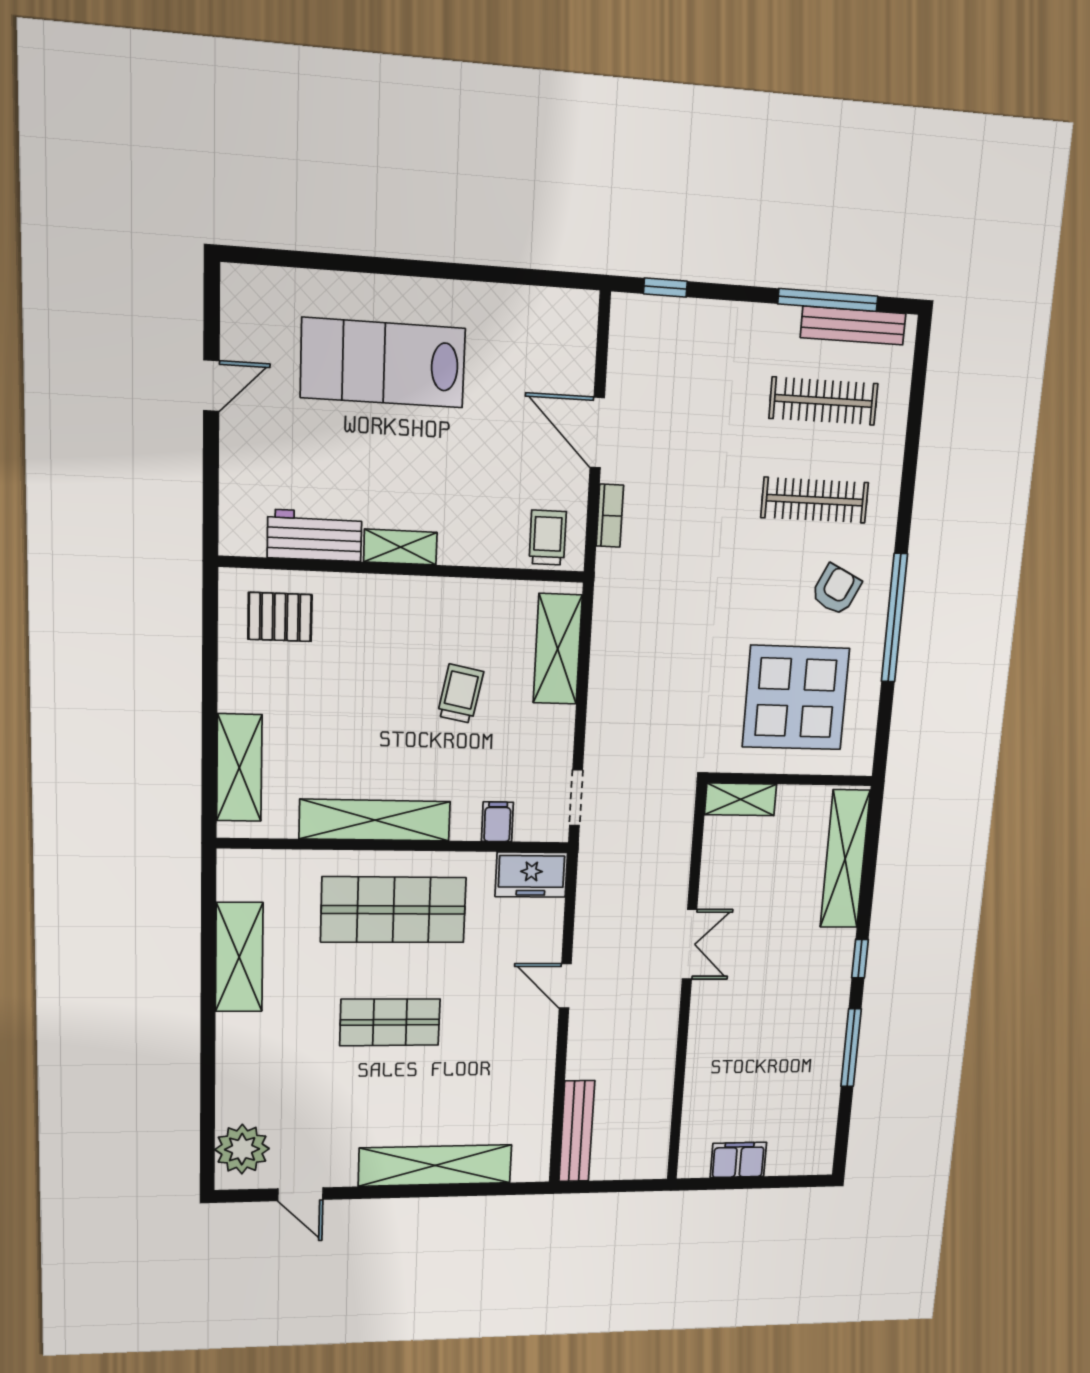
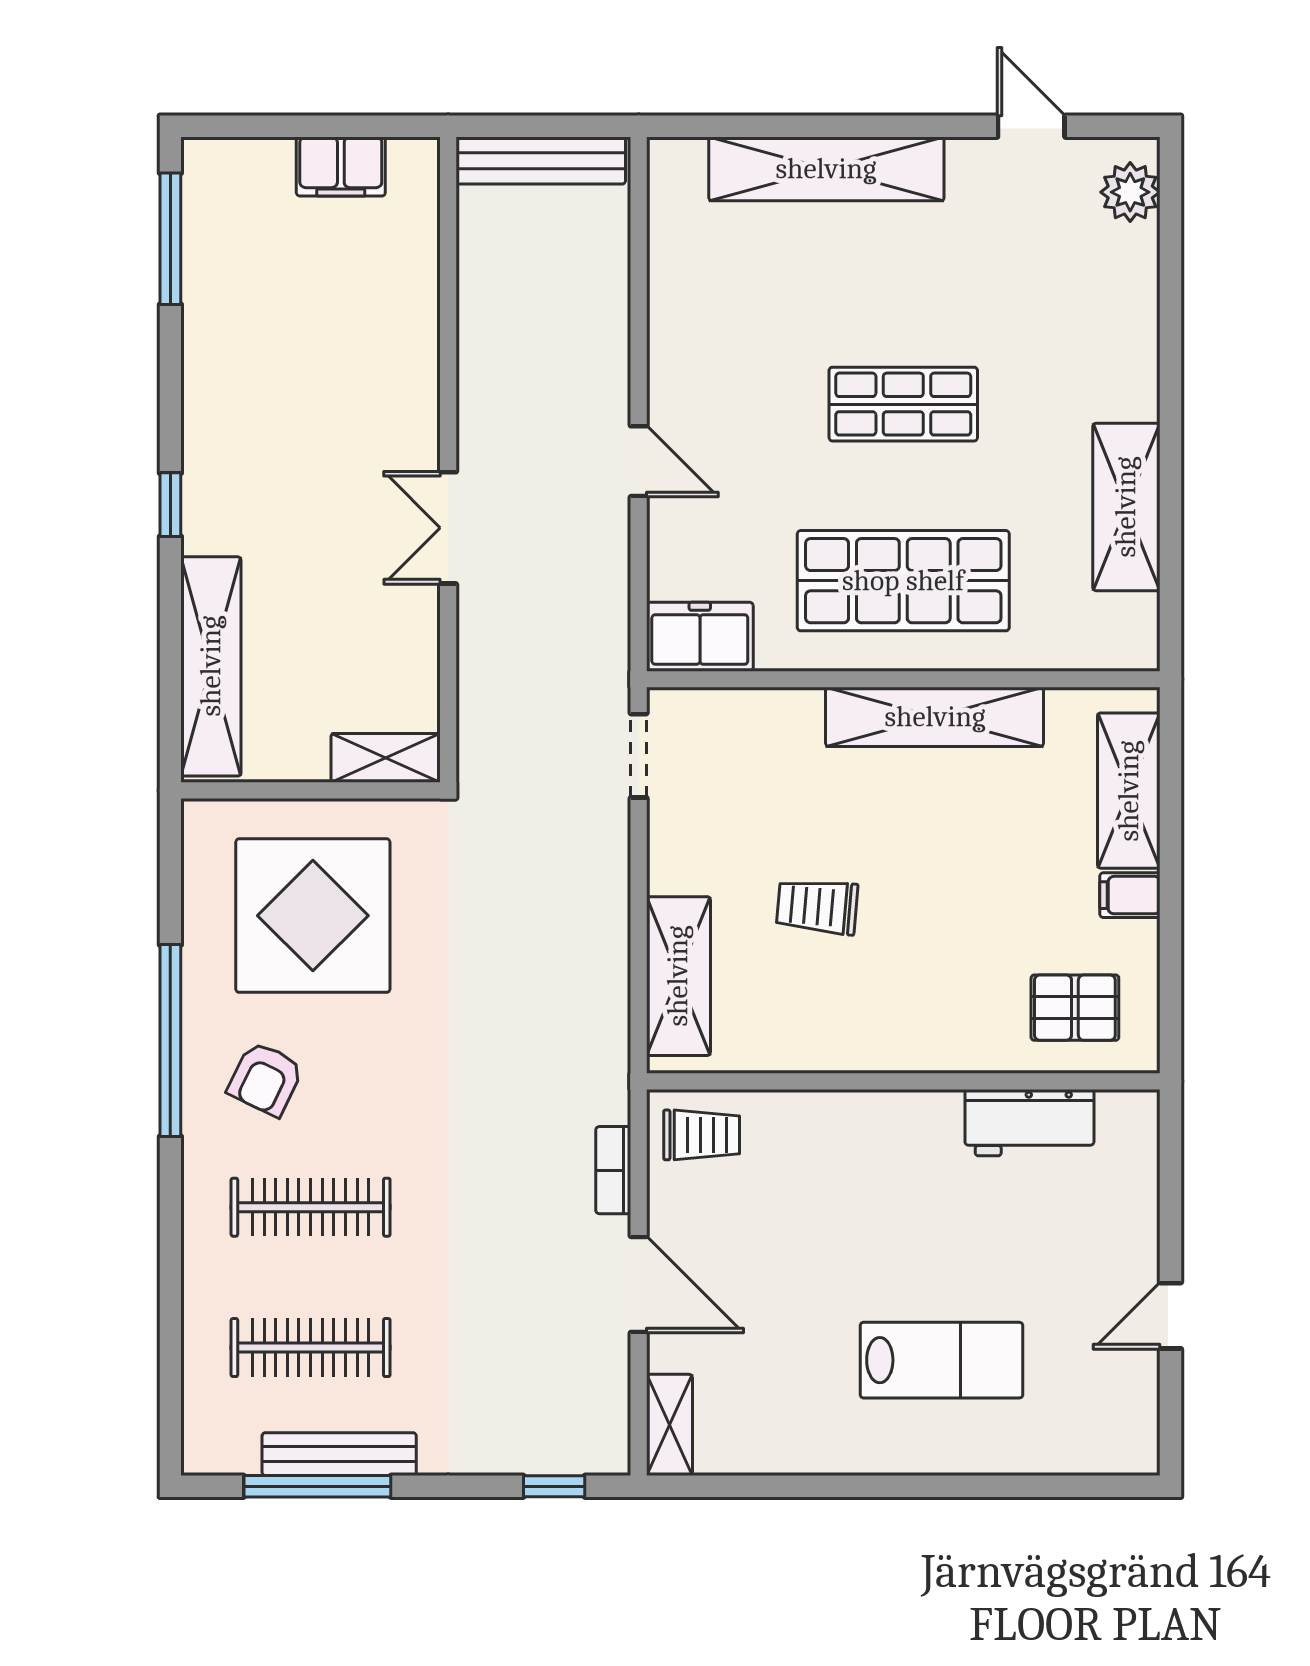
bench: (853, 326) -> (339, 1454), moved
lab bench: (383, 363) -> (941, 1360), width x0.73, depth x0.72
trolley: (548, 538) -> (702, 1135), turned -90
shelving: (400, 547) -> (669, 1425), moved, turned 90
trolley: (460, 694) -> (817, 907), turned 84
filing cabinet: (497, 822) -> (1130, 895), moved, turned 90
window: (851, 1048) -> (170, 239), moved
bench: (577, 1131) -> (541, 161), moved, turned 90
plant: (242, 1149) -> (1130, 192), width x0.73, depth x0.73

